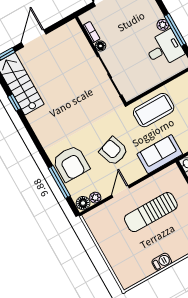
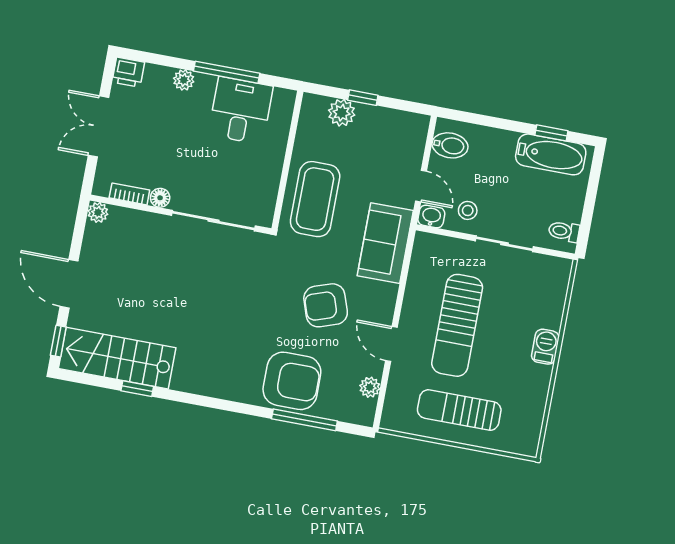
plant: (73, 25) -> (98, 212), added
plant: (163, 25) -> (184, 80), moved
floor lamp: (83, 203) -> (363, 411), removed
sun lounger: (117, 242) -> (459, 410), added
barbecue: (162, 262) -> (545, 347), moved

